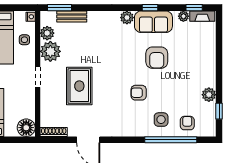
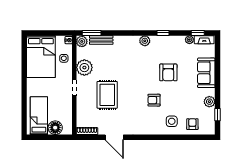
sofa: (153, 22) -> (206, 73), moved, turned 90
plant: (47, 33) -> (82, 41), moved
floor lamp: (26, 128) -> (55, 128), moved
window: (171, 140) -> (179, 137), removed

